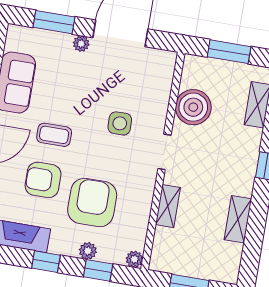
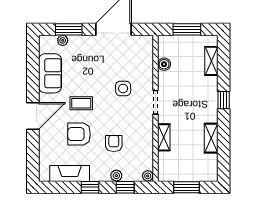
plant: (81, 44) -> (63, 40), moved
boiler: (193, 107) -> (164, 64), width x0.54, depth x0.54
armchair: (92, 203) -> (114, 143), width x0.53, depth x0.53

